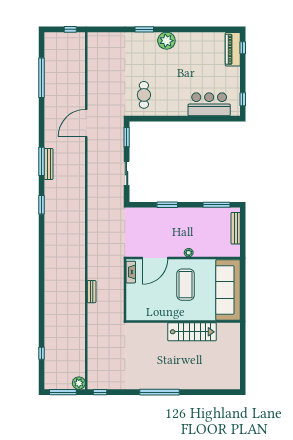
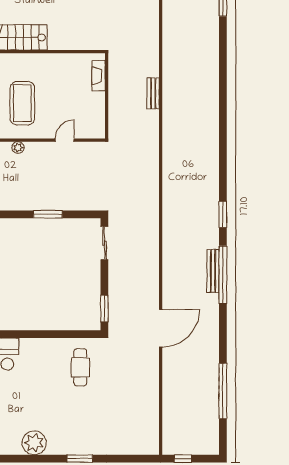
plant: (166, 41) -> (34, 443), moved
window: (42, 161) -> (223, 275), width x1.46
sliding door: (127, 173) -> (104, 243), moved
door: (155, 258) -> (65, 140), width x0.53
fireplace: (131, 272) -> (99, 76), moved

